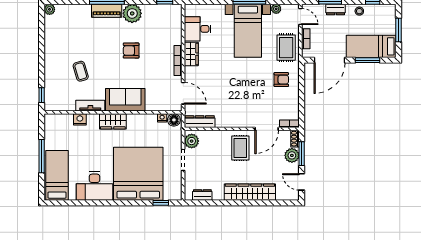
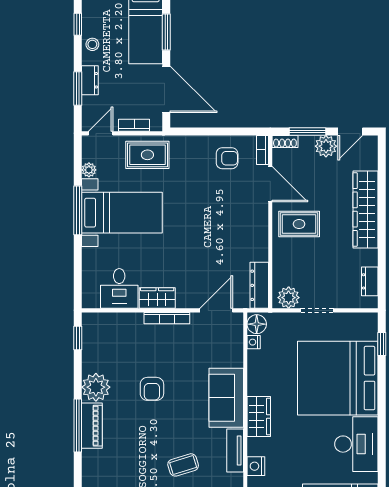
armchair: (281, 80) -> (227, 158), moved, turned 90
plant: (292, 155) -> (326, 146), moved

